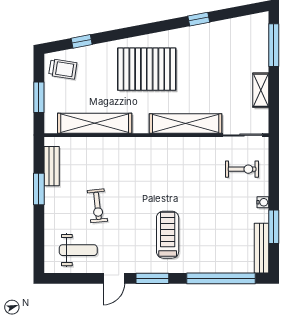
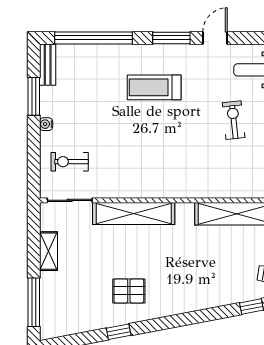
pallet: (147, 69) -> (129, 291), moved, width x0.49, depth x0.50
treadmill: (168, 235) -> (154, 87), turned 90
bench: (261, 248) -> (48, 65), width x0.73

